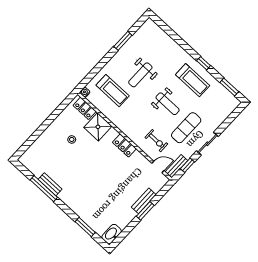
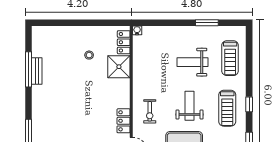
treadmill: (113, 91) -> (230, 58), moved
weight bench: (168, 104) -> (190, 106), turned 180
exercise bike: (156, 141) -> (150, 111), moved
locker: (124, 146) -> (124, 121), moved

